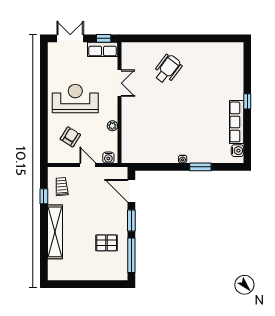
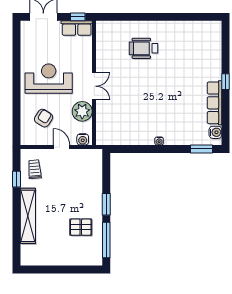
wheelchair: (168, 69) -> (144, 48), turned -127
double door: (119, 83) -> (94, 86), moved
plant: (112, 126) -> (82, 111), width x1.87, depth x1.87
window: (200, 167) -> (202, 149), moved
door: (131, 191) -> (106, 174), removed

